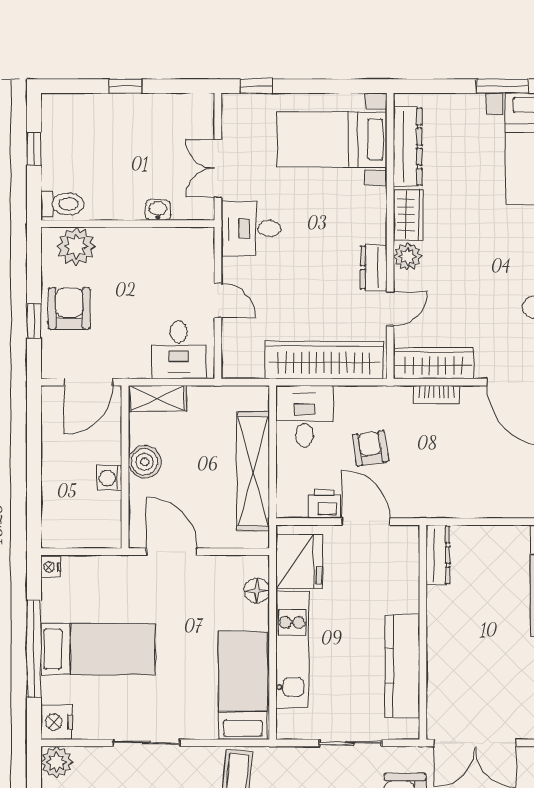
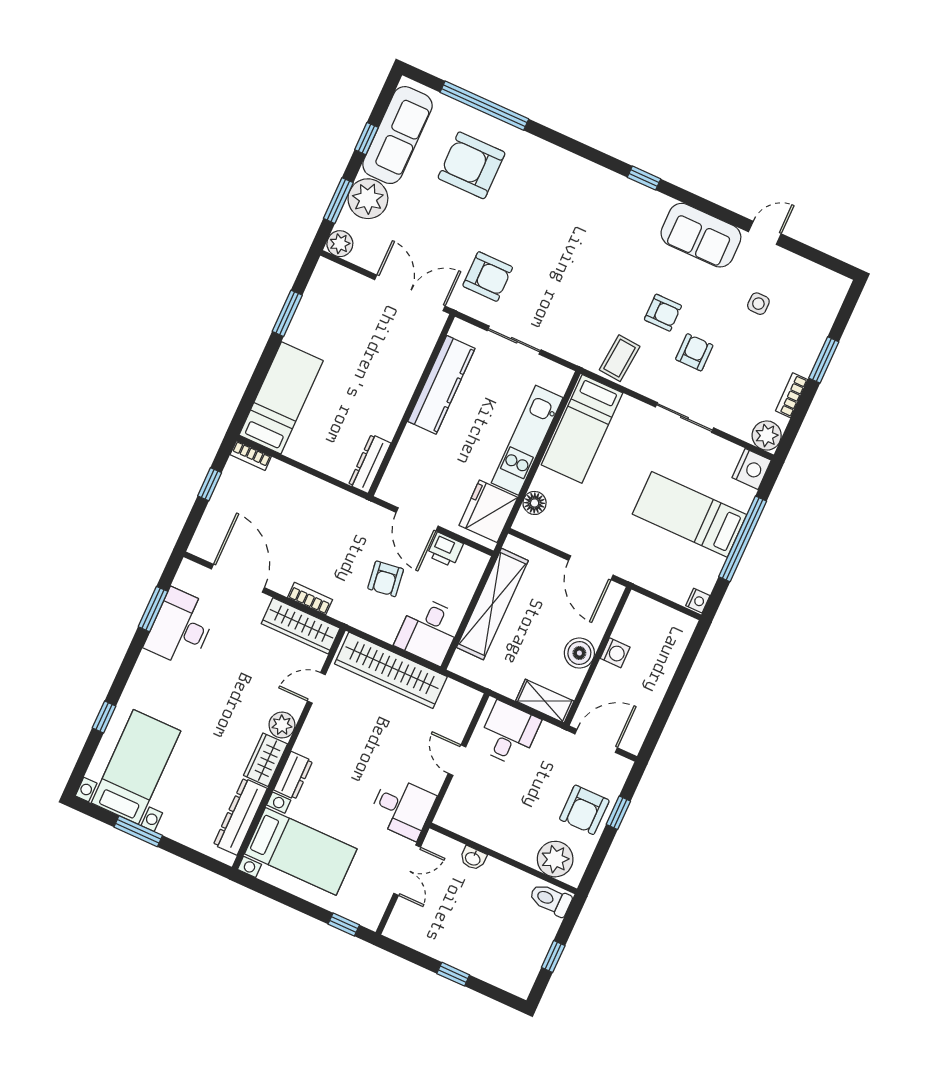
dresser: (374, 267) -> (293, 775), moved

